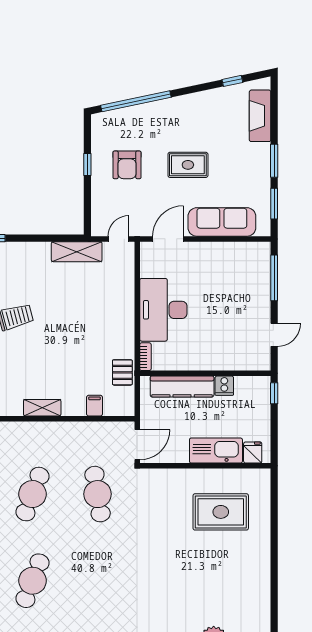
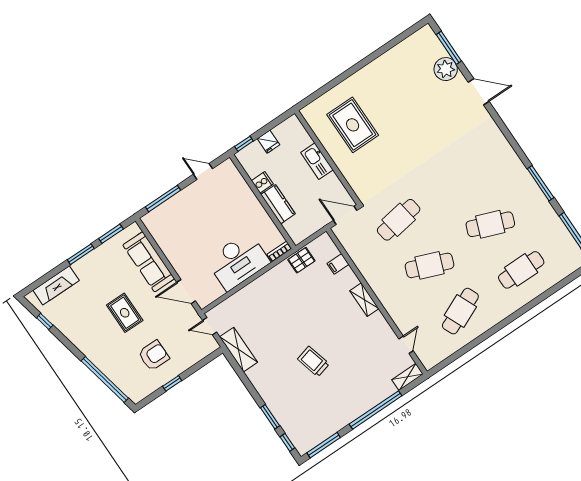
kitchen counter: (182, 387) -> (278, 204), width x0.67
kitchen sink: (216, 451) -> (317, 161), width x0.73, depth x0.81
fridge: (253, 453) -> (268, 142), moved, turned -90

